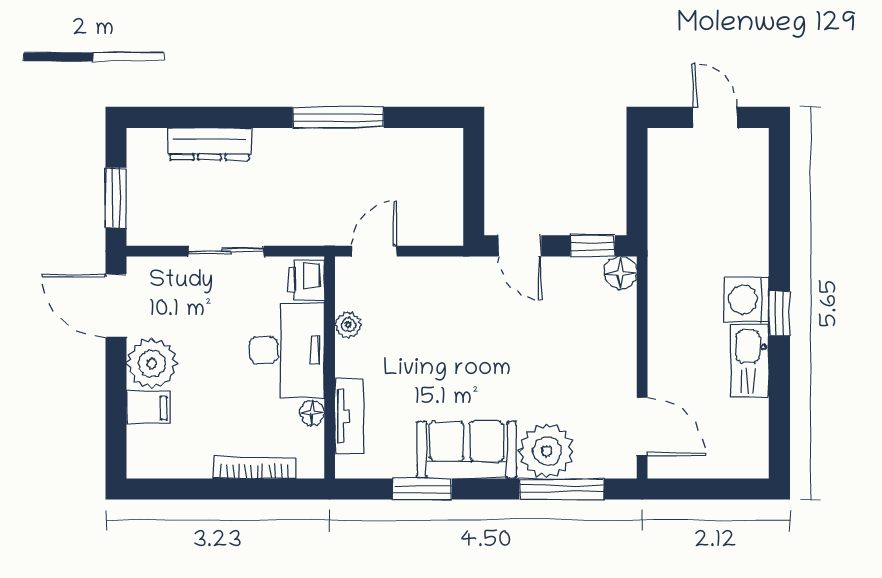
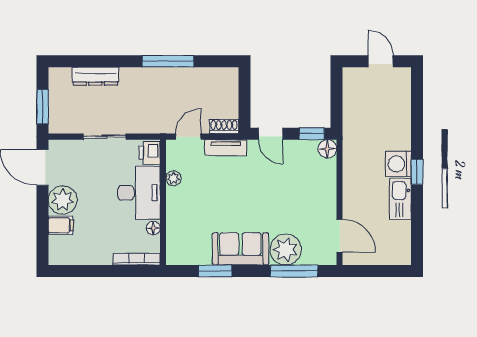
shoe rack: (438, 233) -> (224, 127), added
tv unit: (349, 416) -> (226, 148), moved, turned 90
bookcase: (254, 468) -> (137, 259), moved

